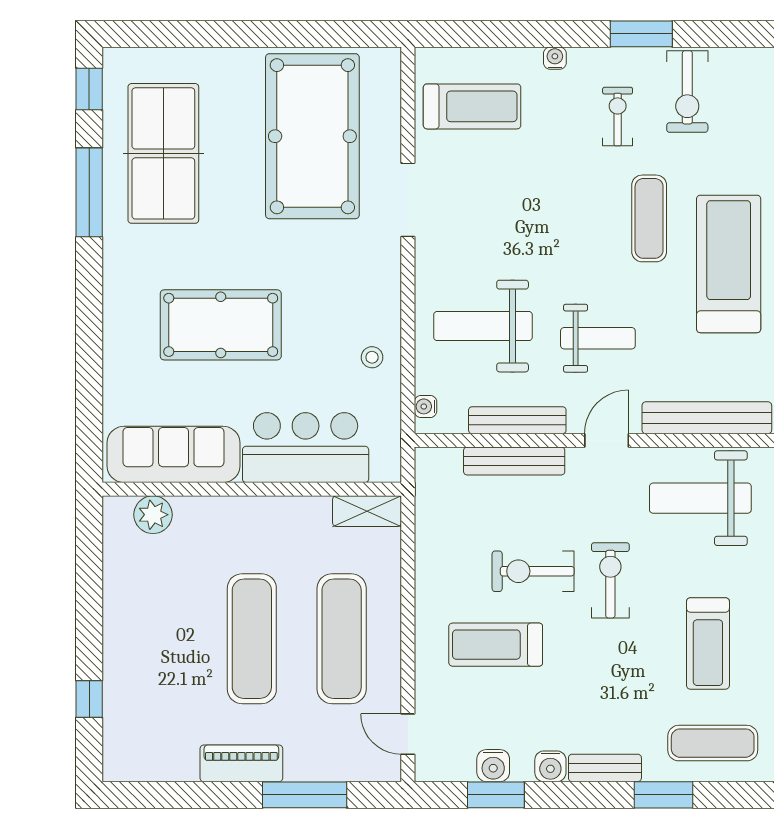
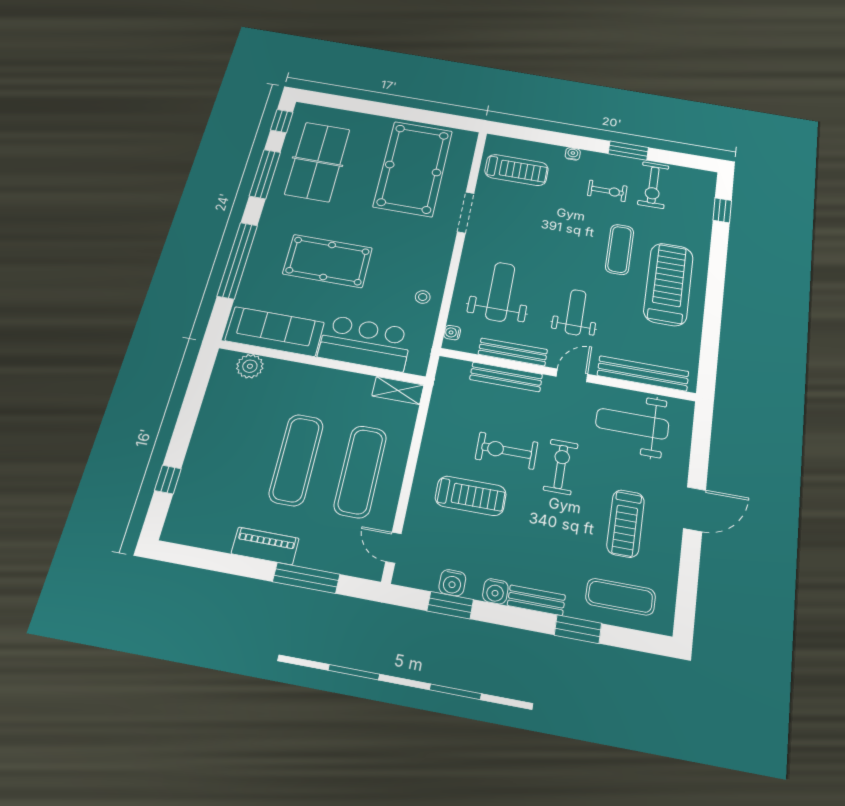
exercise bike: (618, 117) -> (607, 191), turned 90
weight bench: (483, 326) -> (500, 292), turned 90
weight bench: (598, 338) -> (576, 312), turned -90
window: (89, 350) -> (237, 260), added
treadmill: (496, 645) -> (471, 496), turned 180

